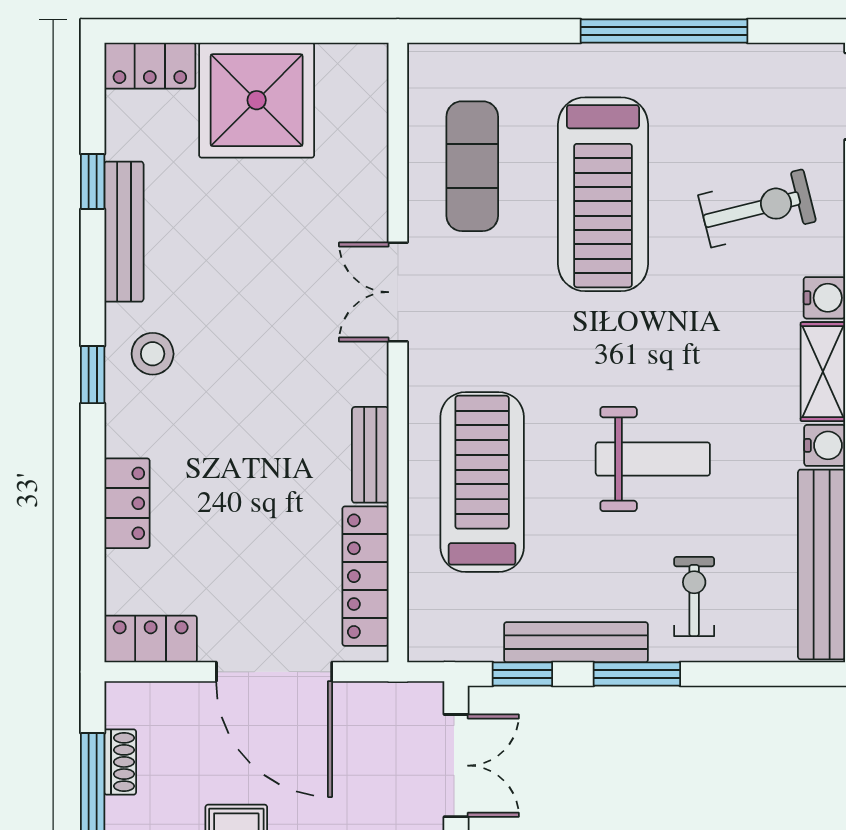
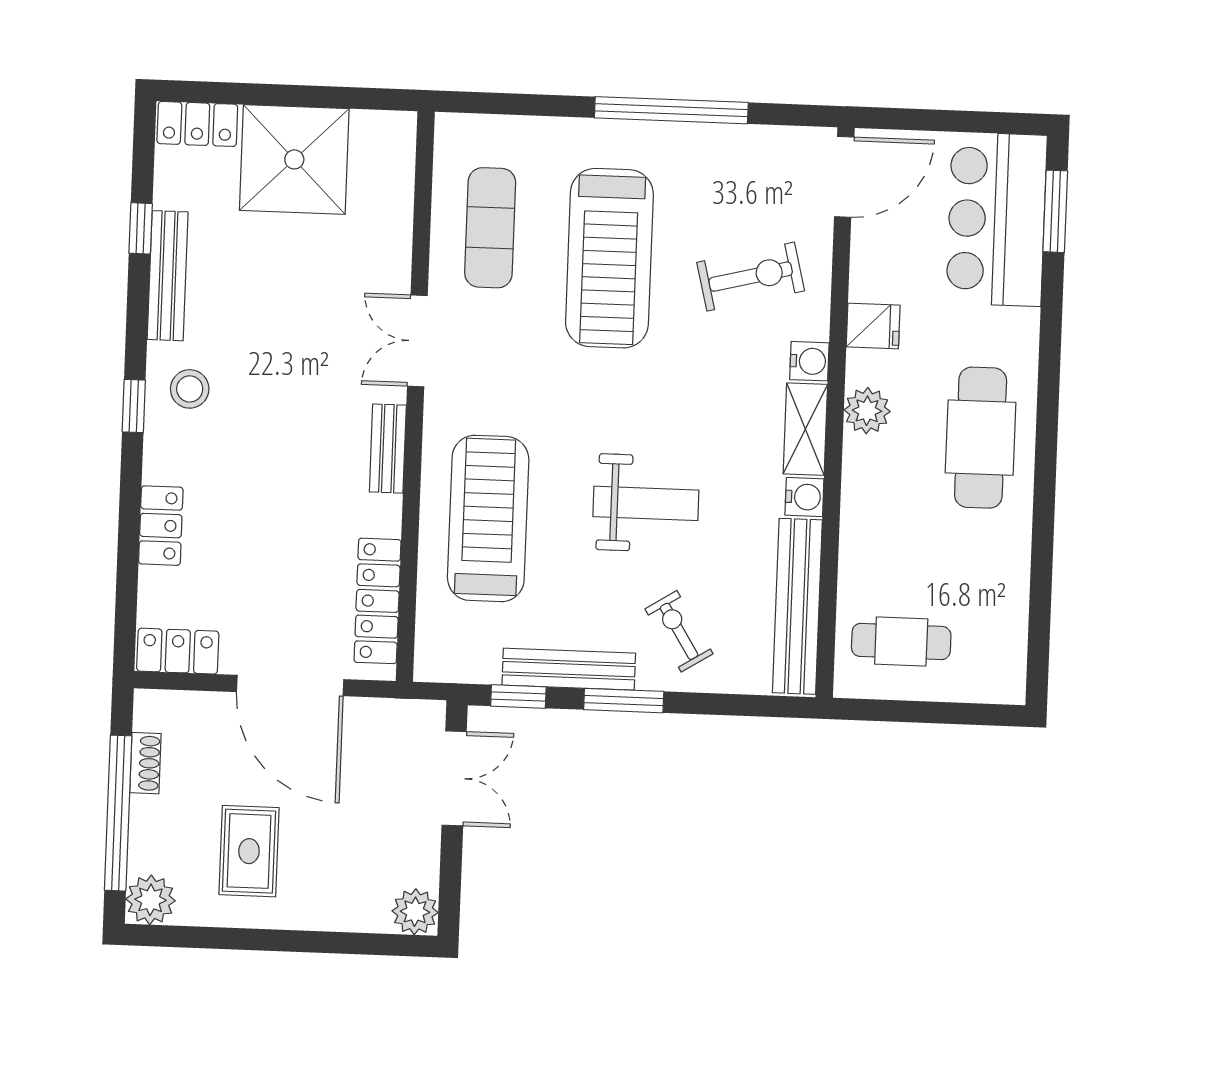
bench: (370, 455) -> (388, 449), moved
exercise bike: (694, 597) -> (679, 631), turned -32

